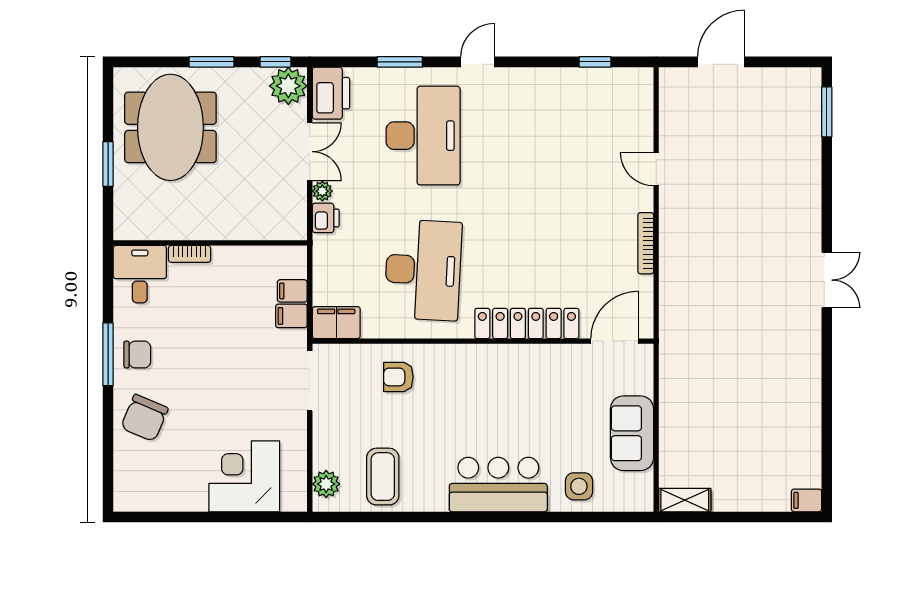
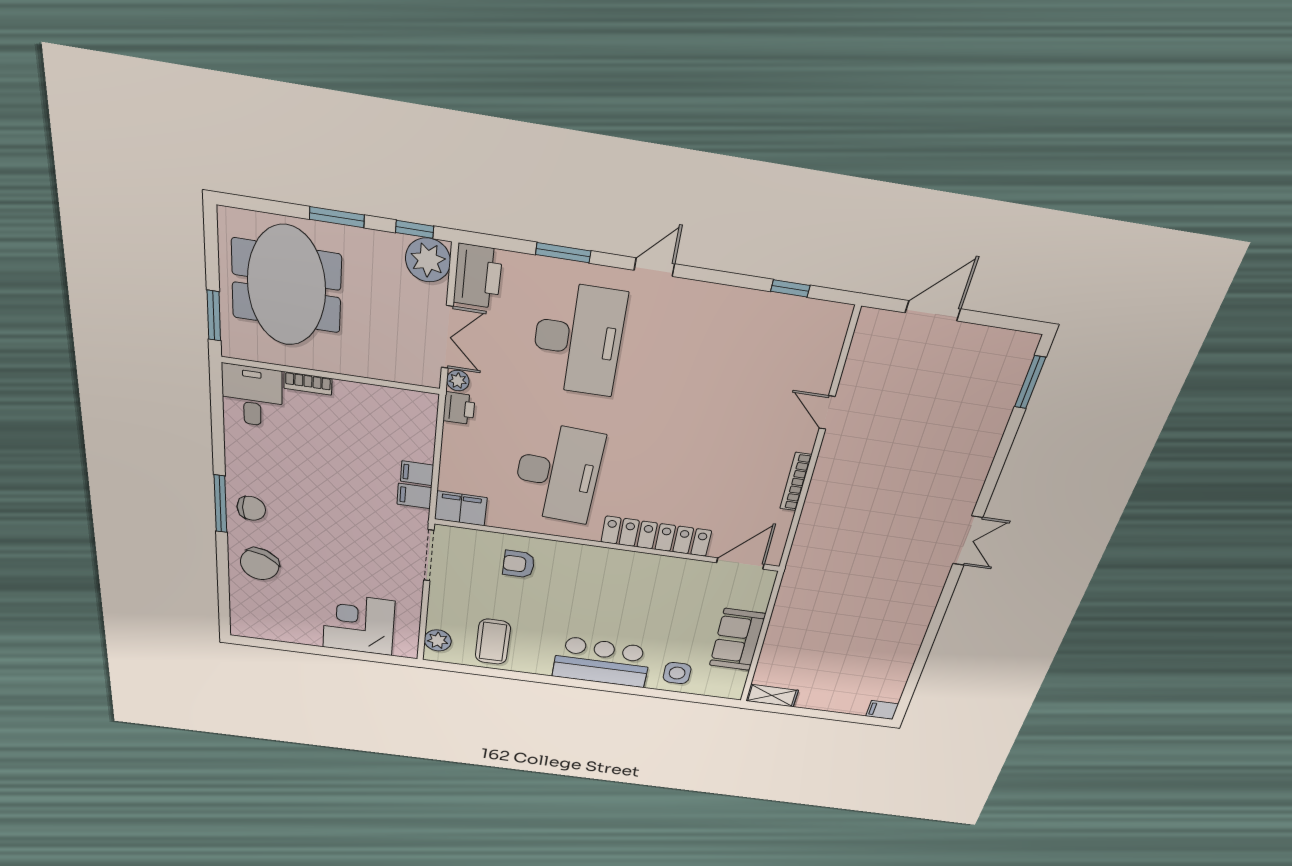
wall: (210, 243) -> (331, 375), moved
bookcase: (190, 254) -> (308, 383), moved
desk: (140, 274) -> (252, 396), moved

